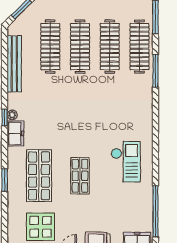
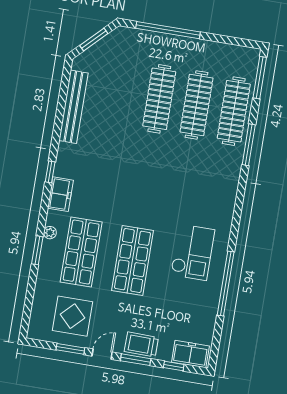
clothes rail: (50, 47) -> (122, 93), removed
plant: (12, 115) -> (50, 233), moved
shop shelf: (80, 176) -> (133, 261), width x1.43, depth x1.36
window: (155, 211) -> (226, 284), moved

